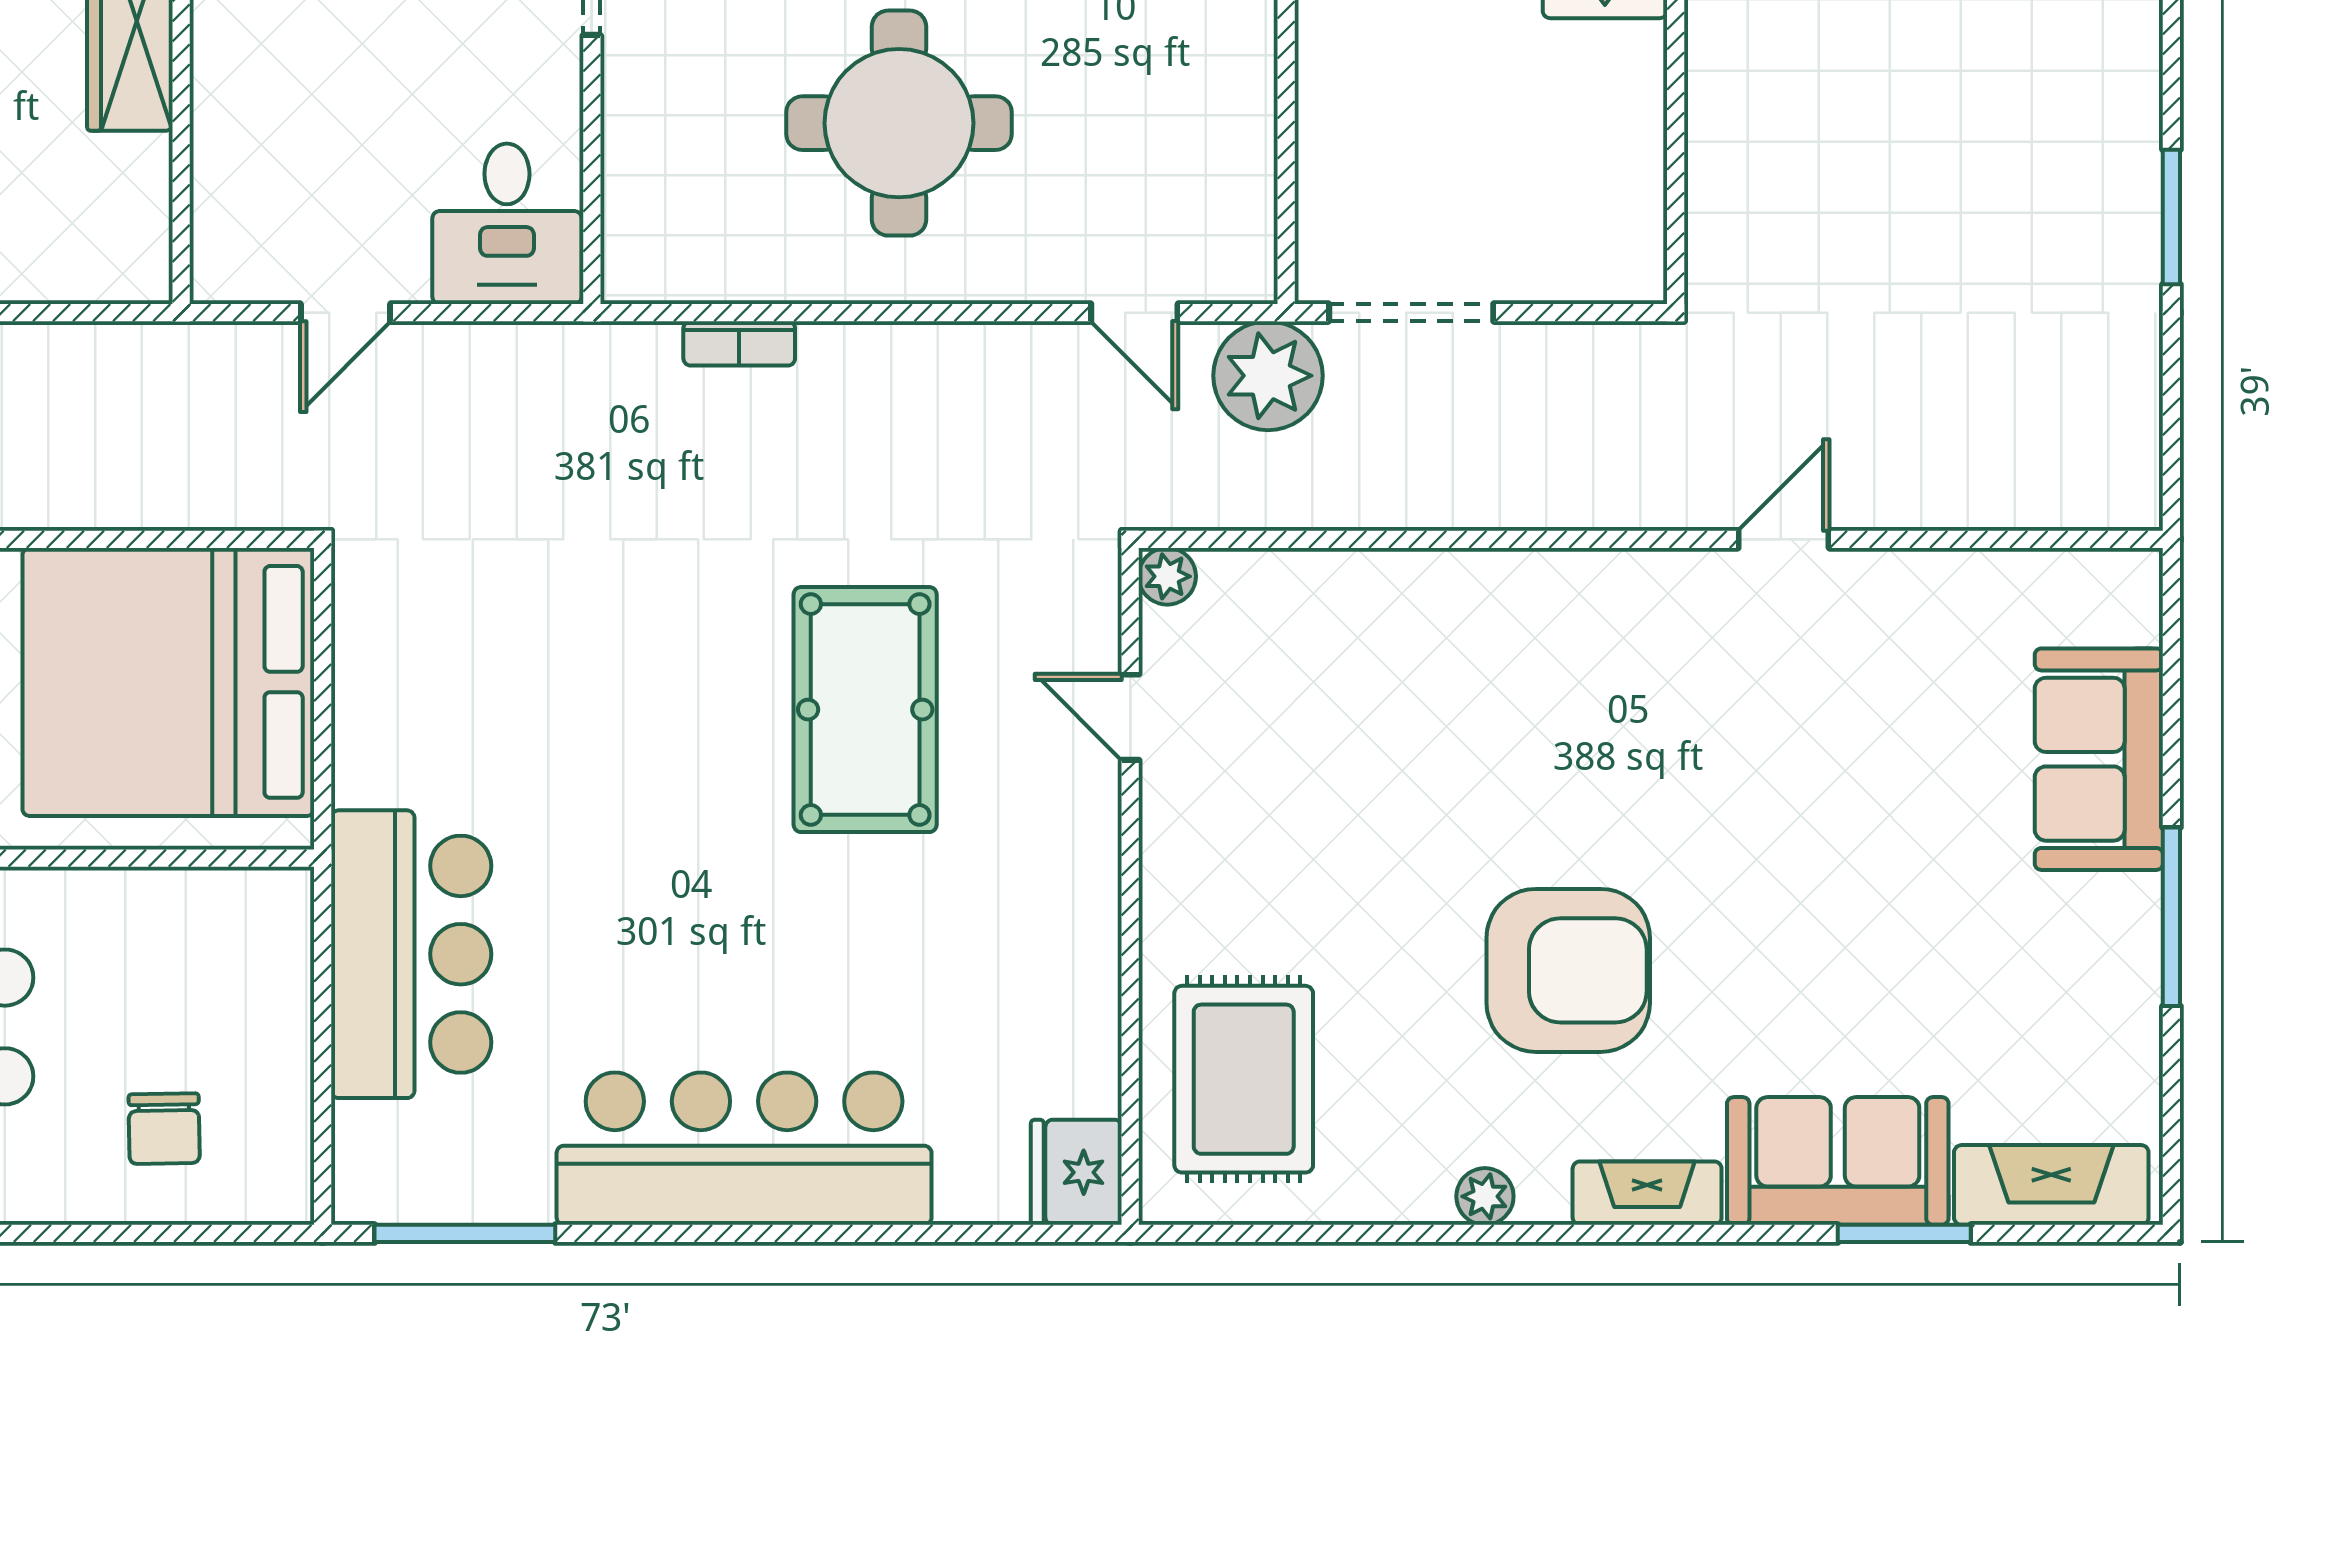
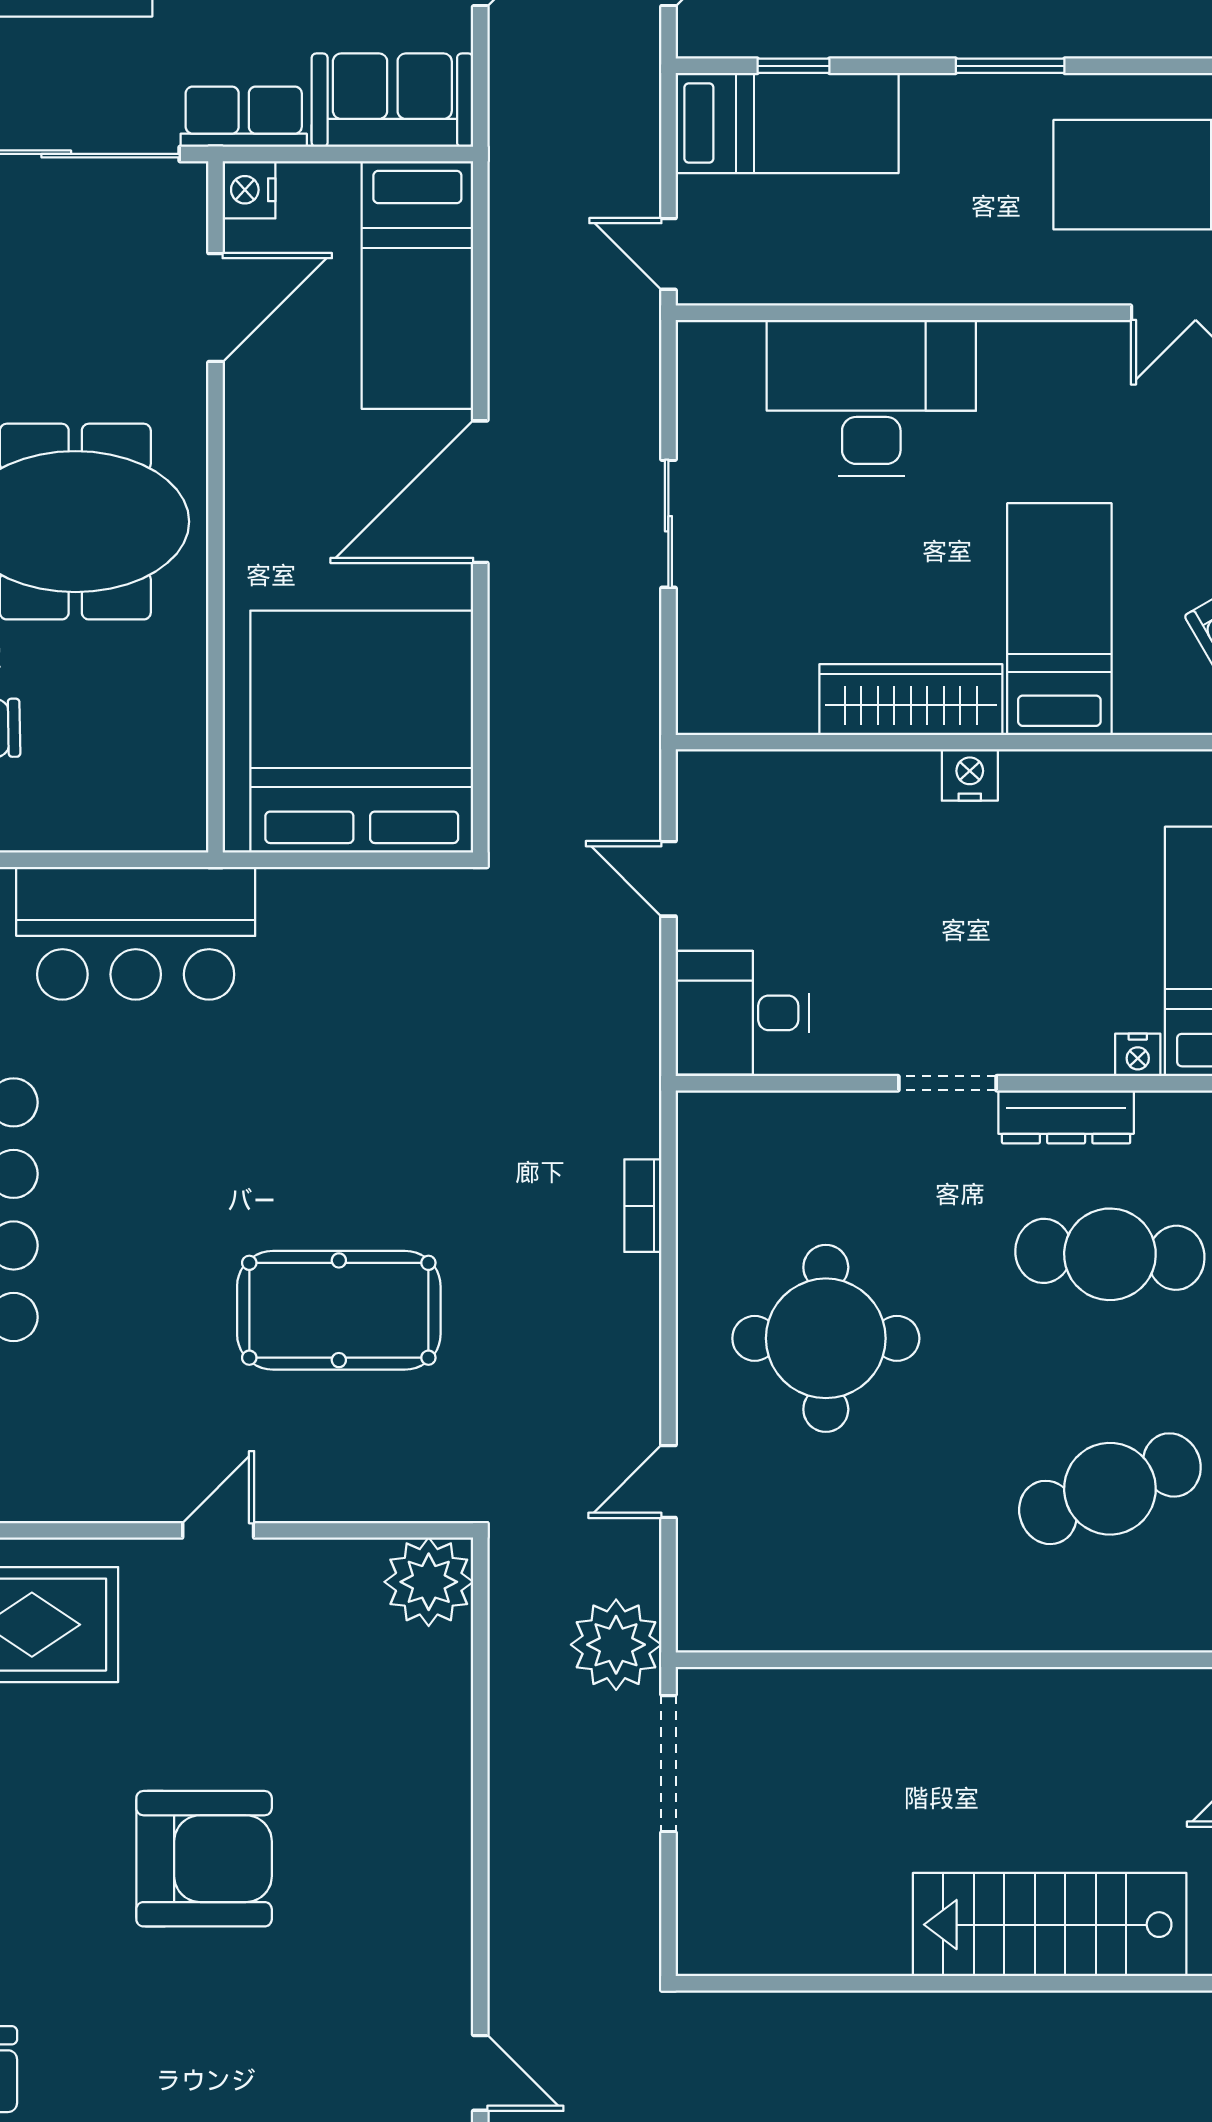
door: (1134, 313) -> (668, 1482), moved
plant: (1167, 576) -> (429, 1582), width x1.88, depth x1.88
door: (1130, 717) -> (218, 1530), moved
armchair: (1568, 970) -> (204, 1859), moved, turned -90

